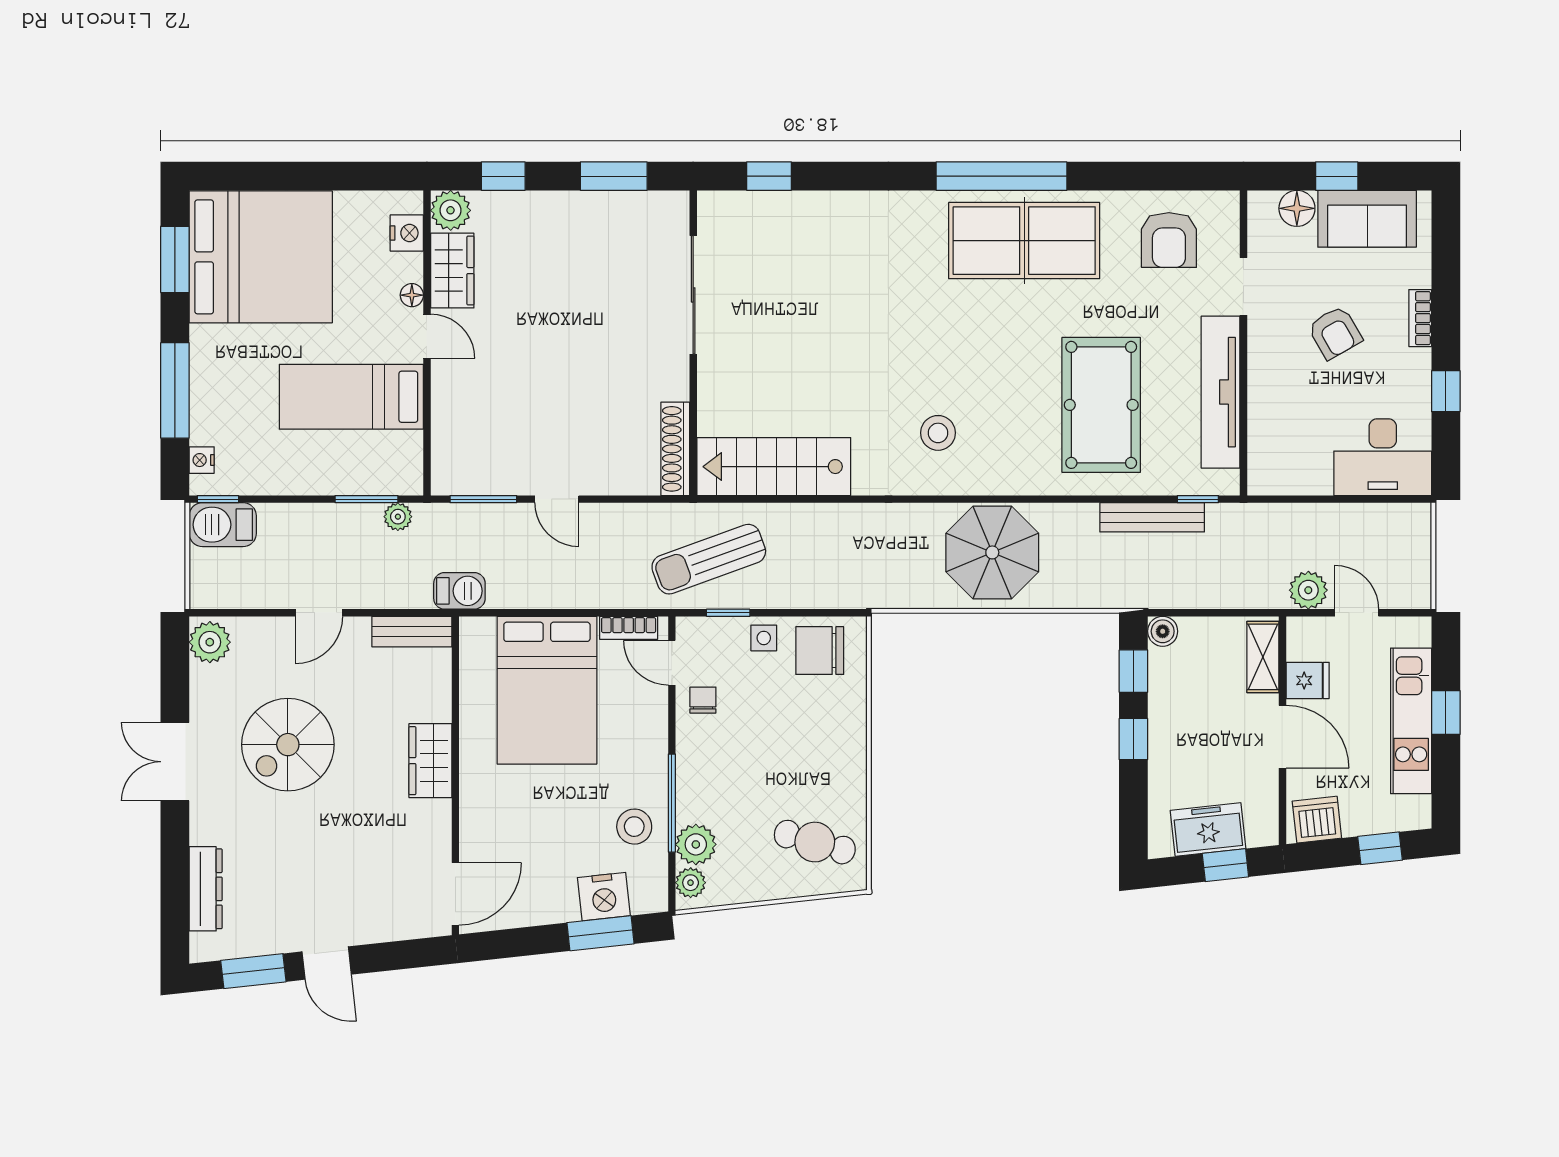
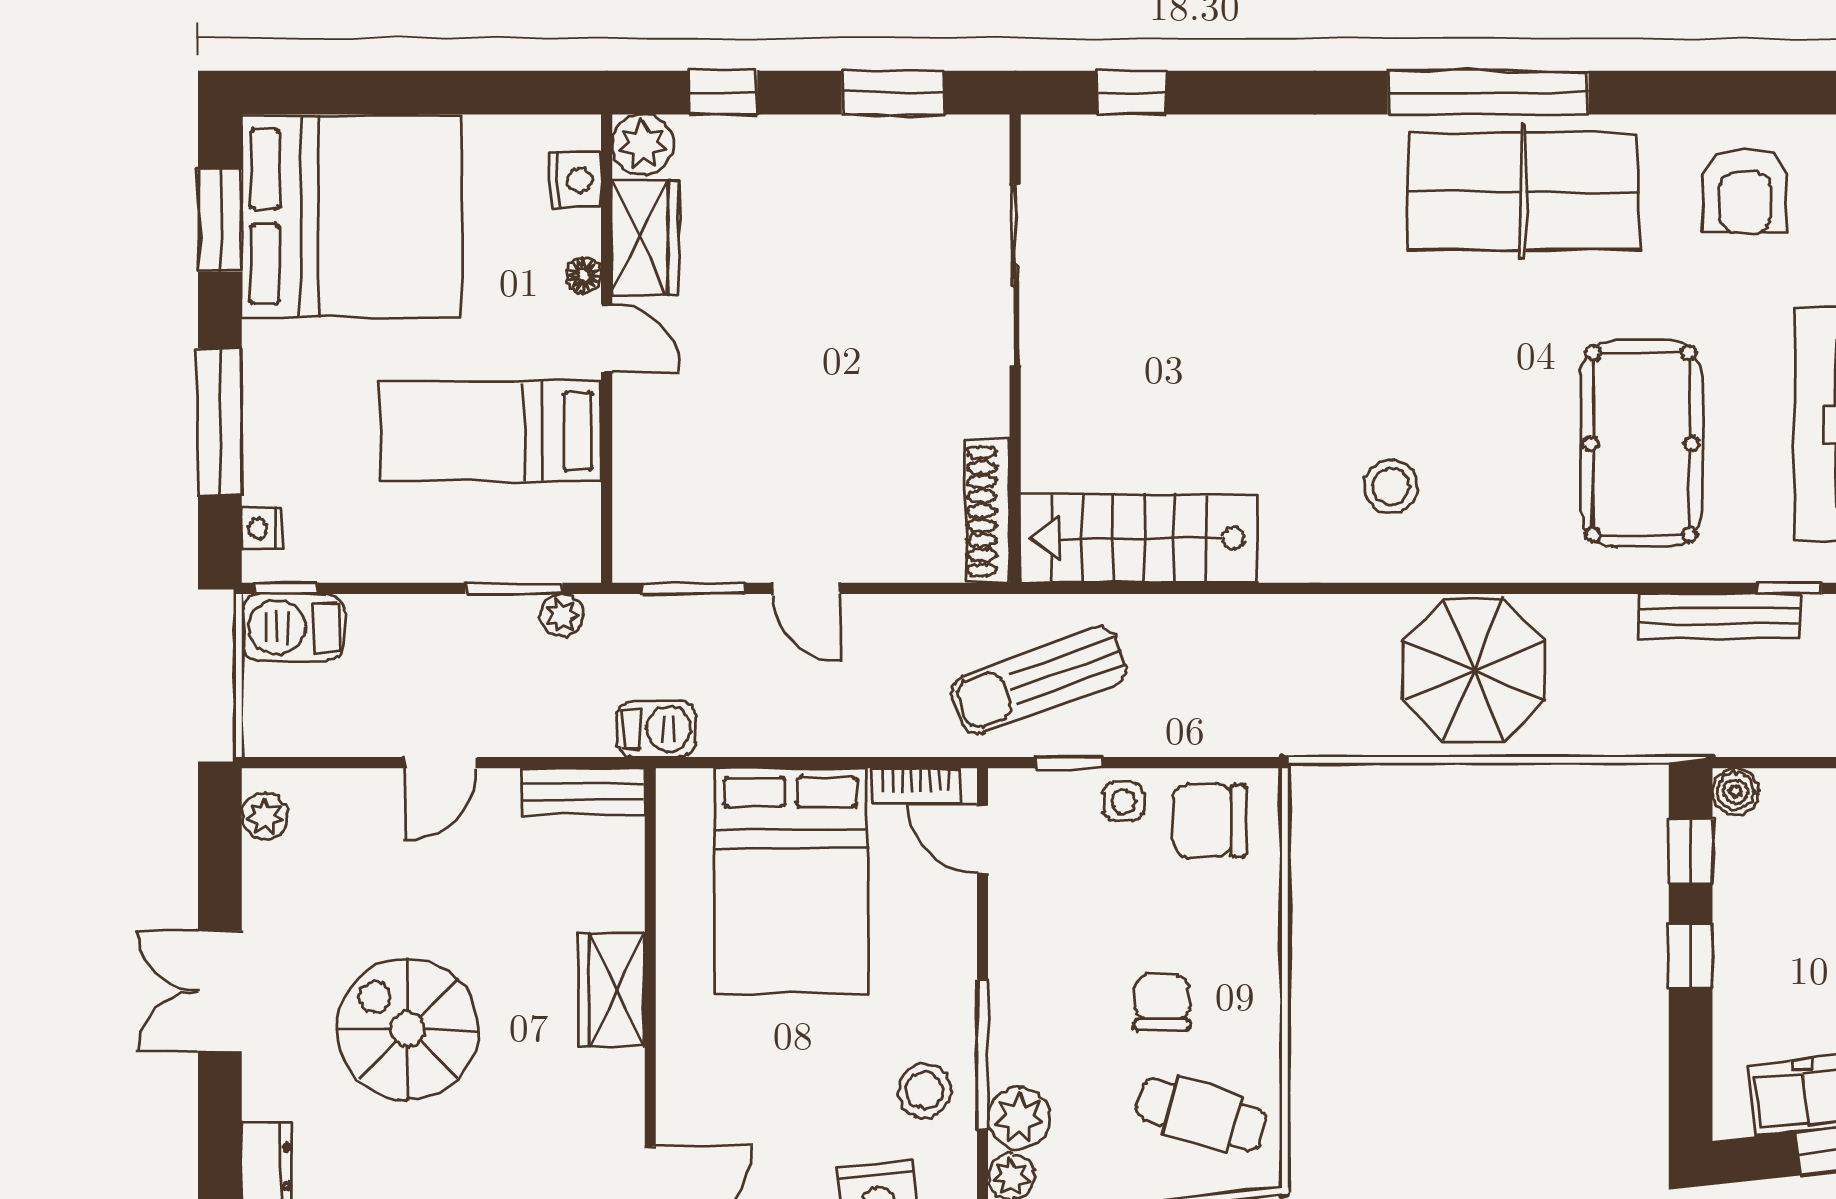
plant: (210, 642) -> (265, 816), width x0.73, depth x0.73
chair: (703, 700) -> (1162, 1003), moved, width x1.37, depth x1.37
spiral stairs: (288, 745) -> (408, 1029), moved, turned 90

